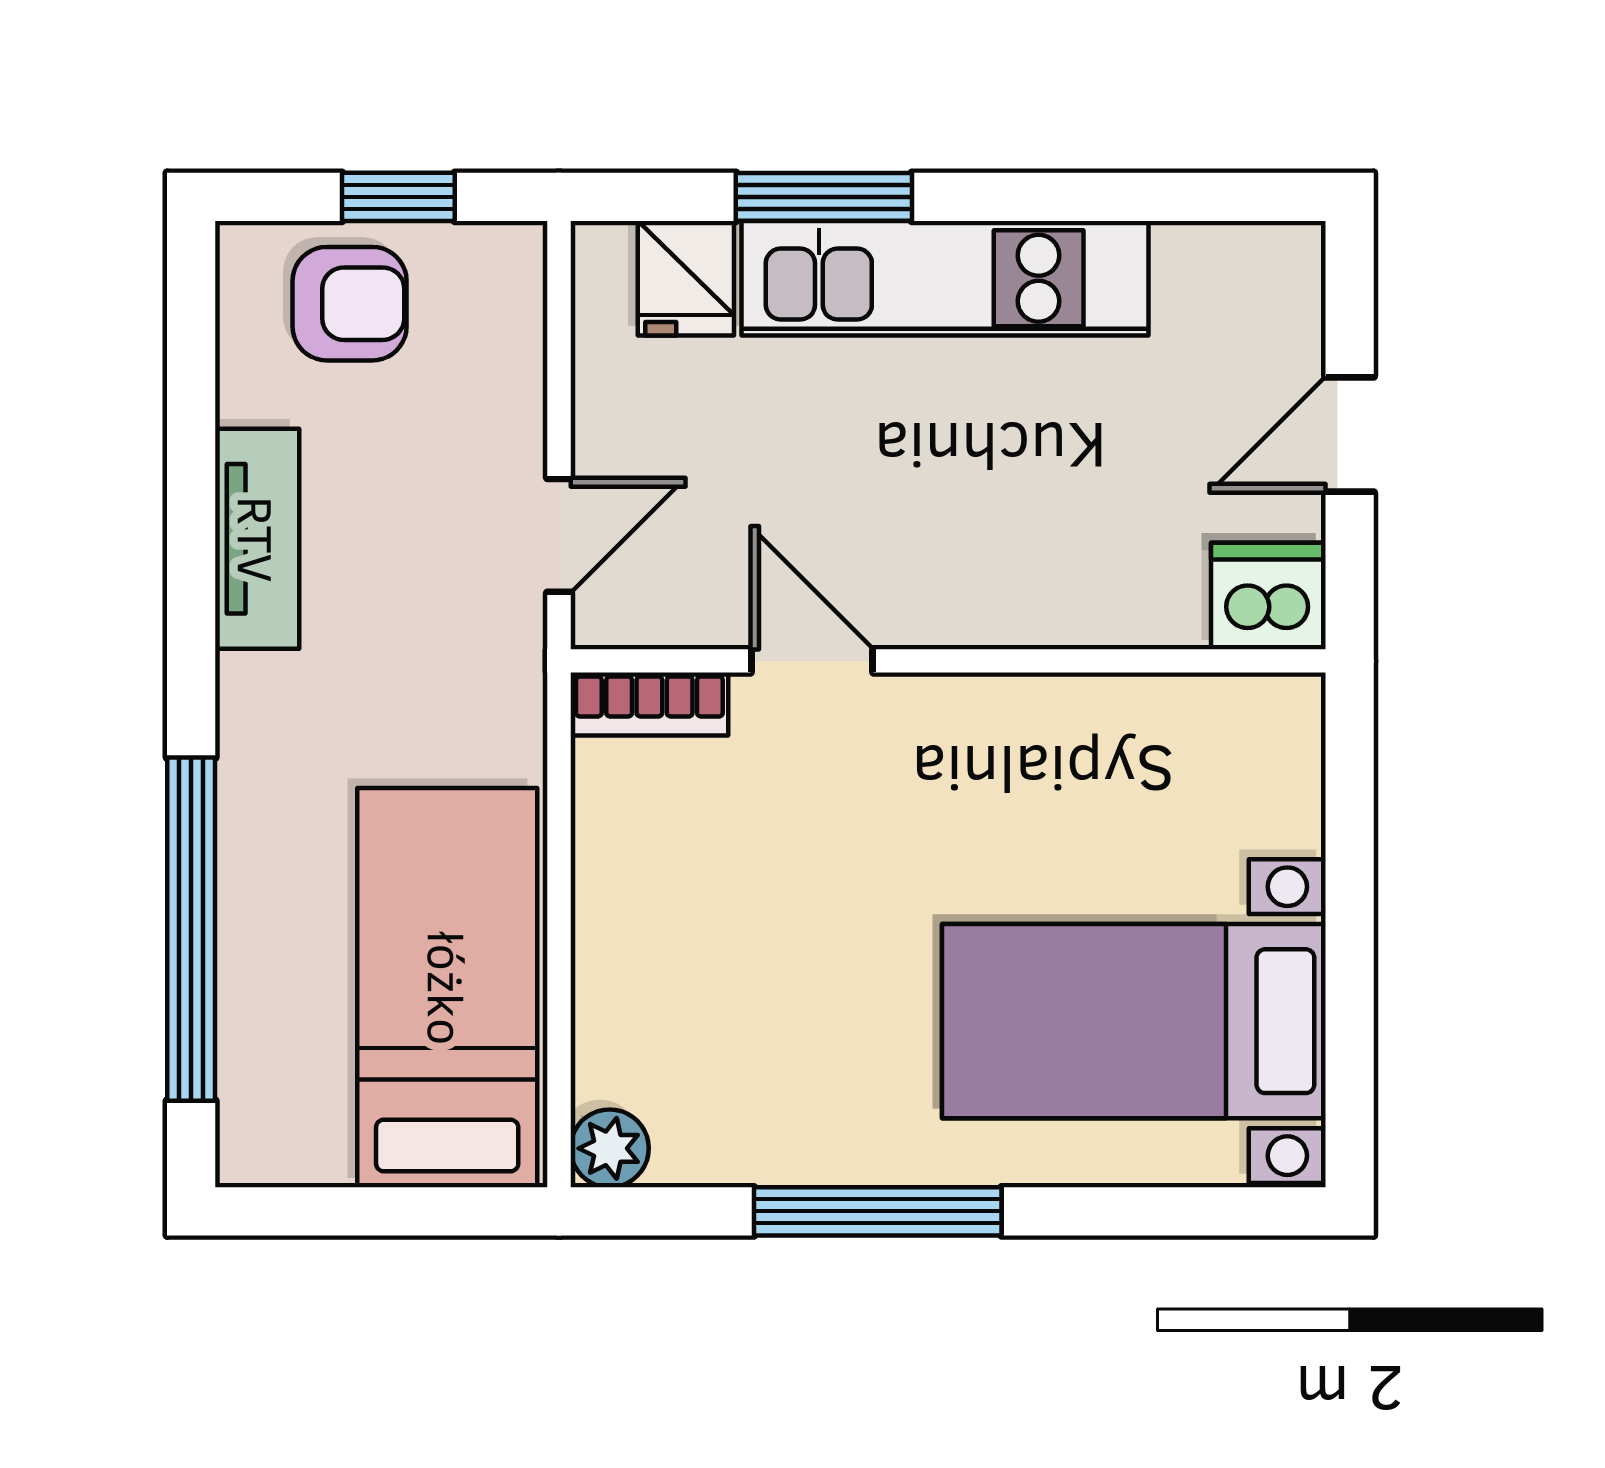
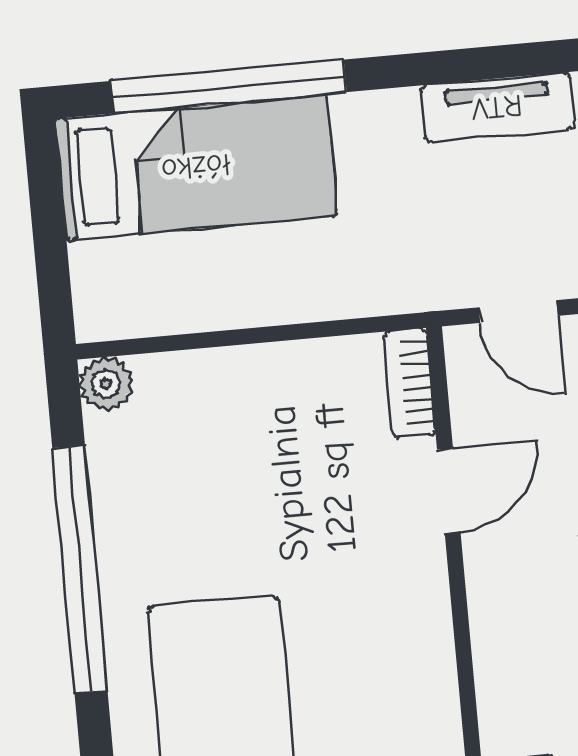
bed: (447, 988) -> (196, 167), moved
window: (878, 1211) -> (80, 569), width x1.46

